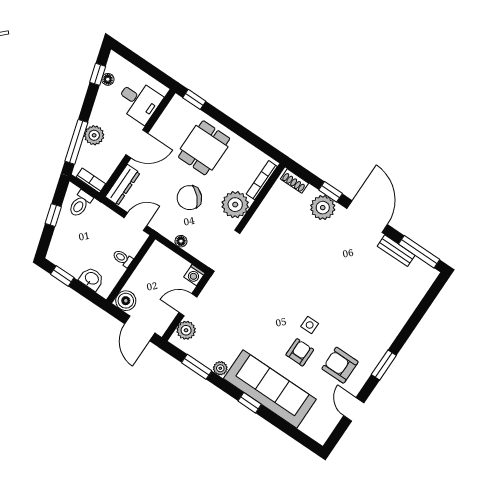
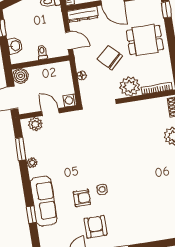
sofa: (270, 389) -> (44, 201), width x0.74, depth x0.79
window: (250, 403) -> (31, 215), moved

